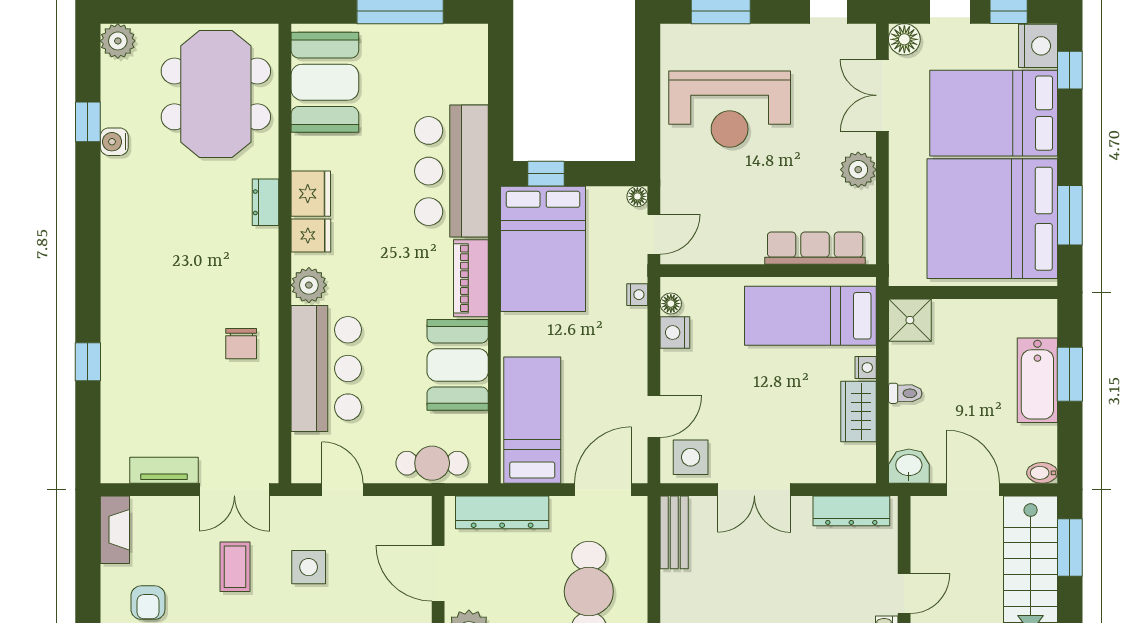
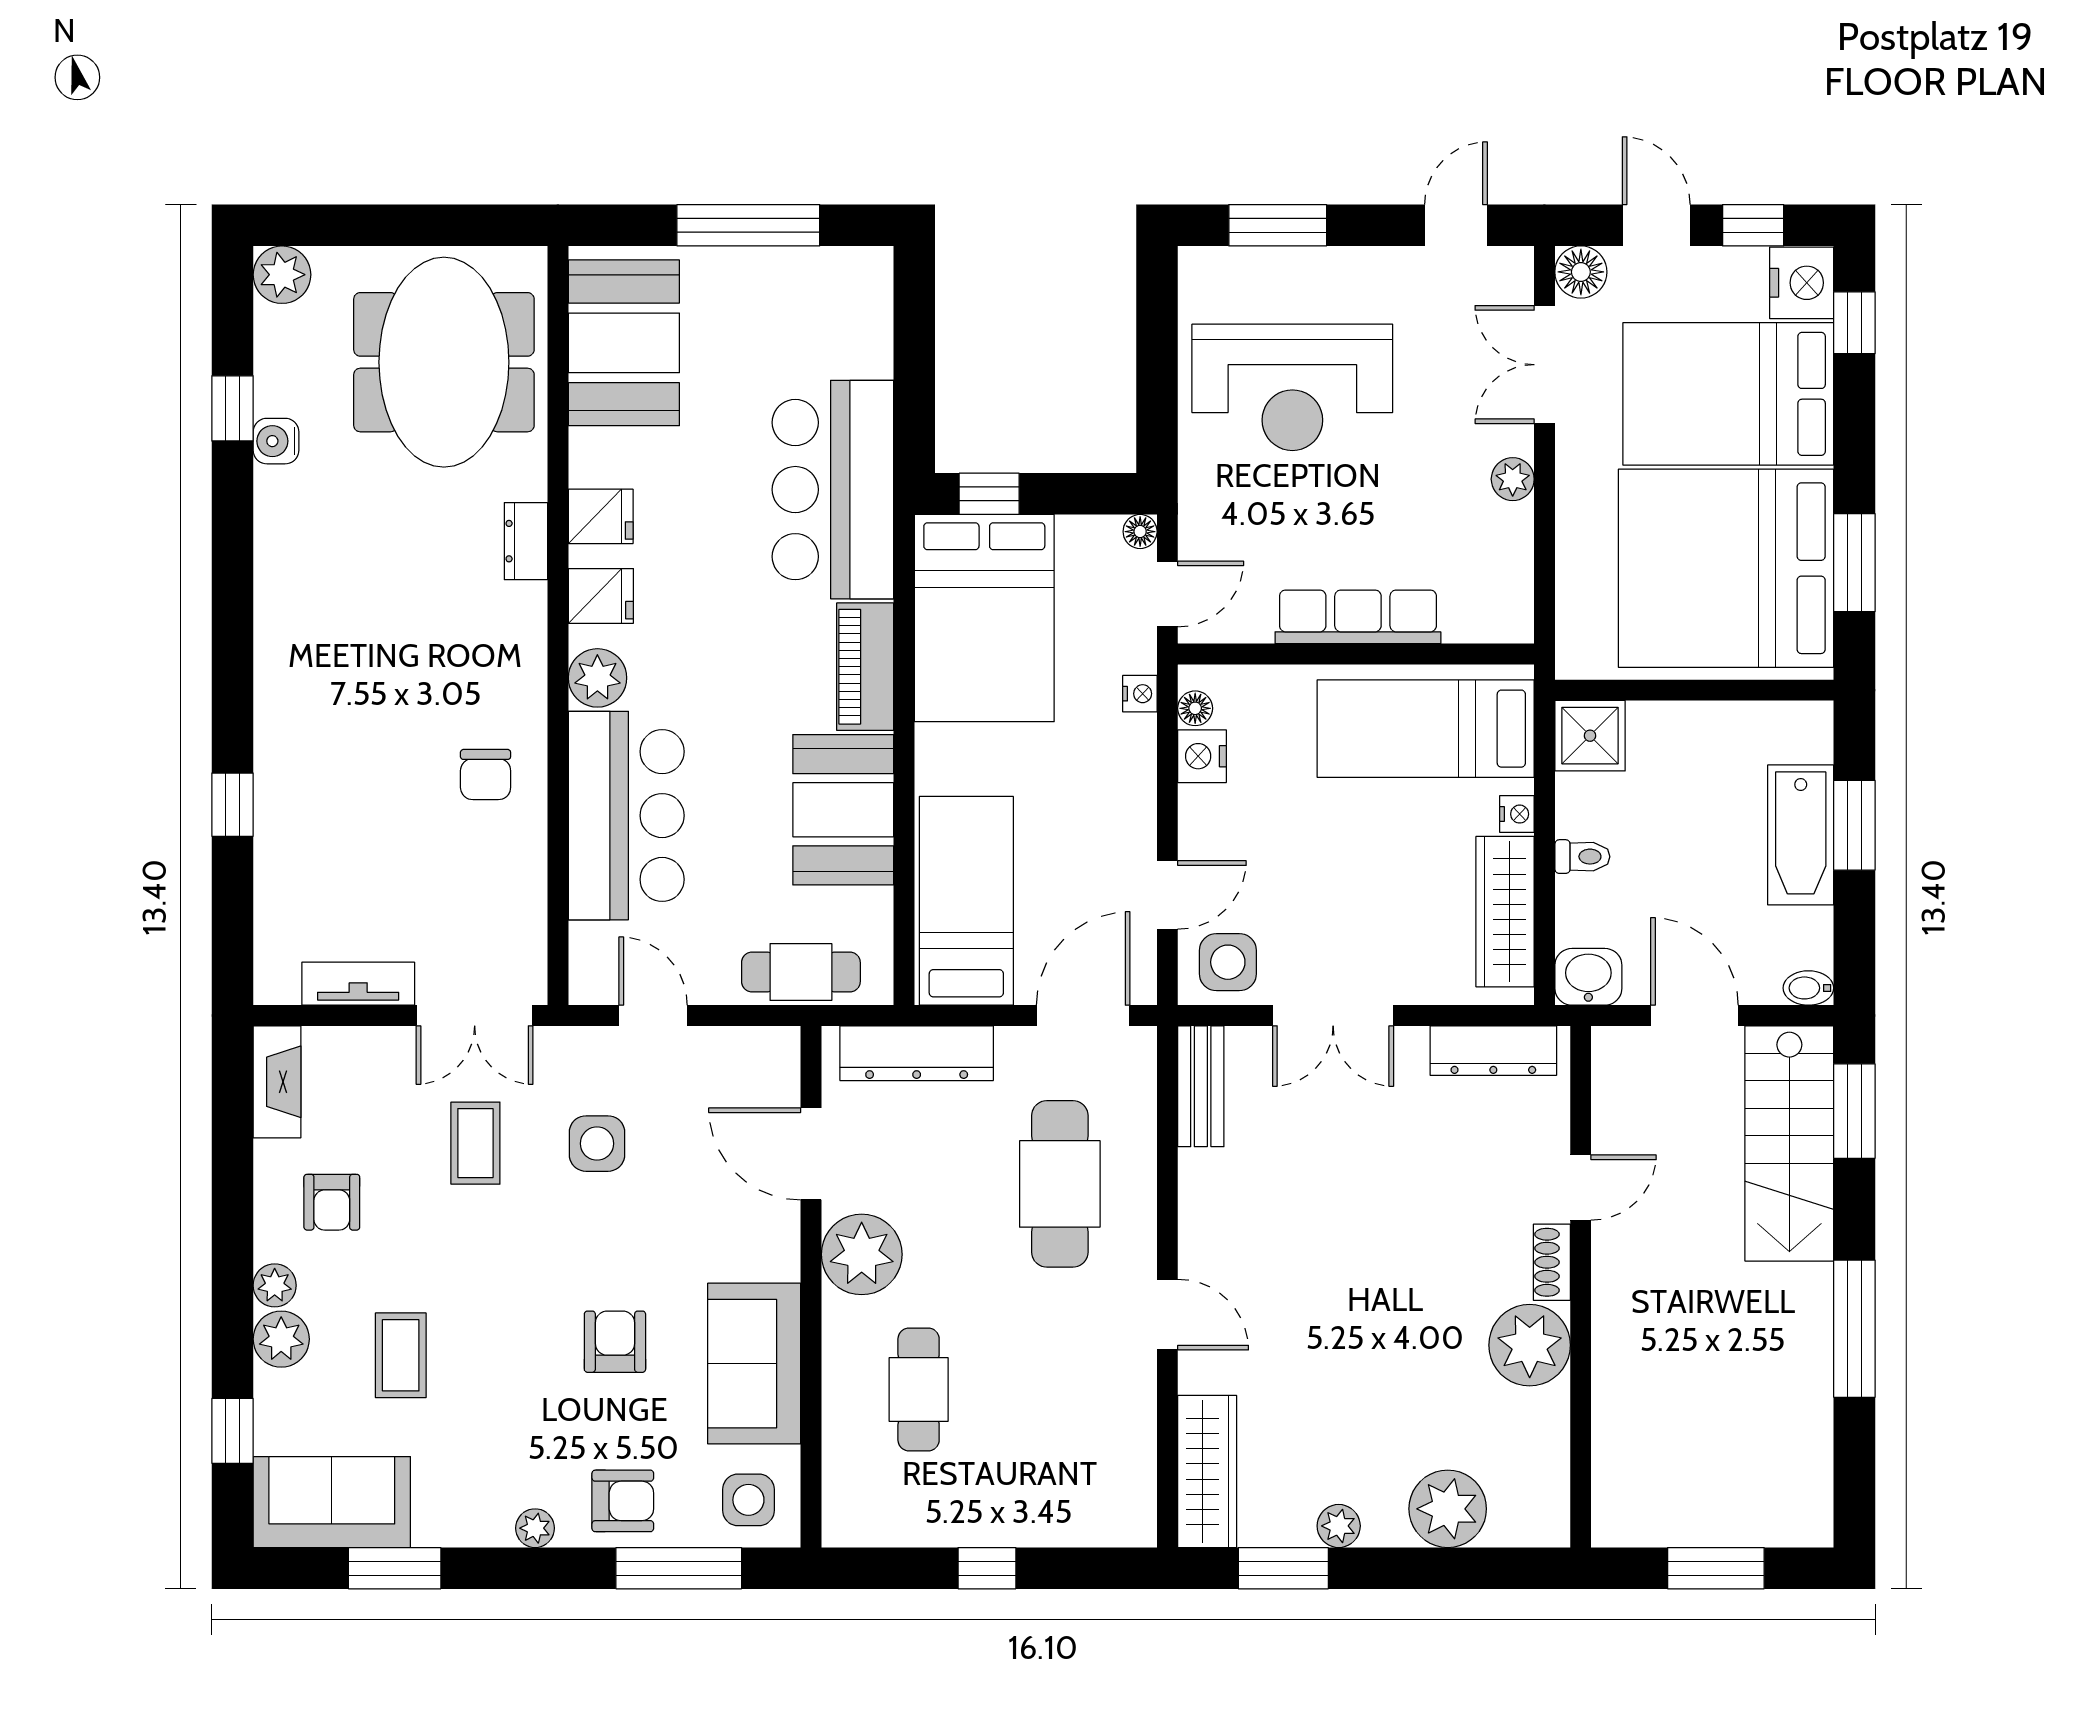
plant: (858, 170) -> (1513, 479), width x0.73, depth x0.73
fridge: (311, 194) -> (601, 516), width x0.72
row of seats: (815, 248) -> (1358, 617), moved
wardrobe: (858, 411) -> (1505, 912), width x1.50

